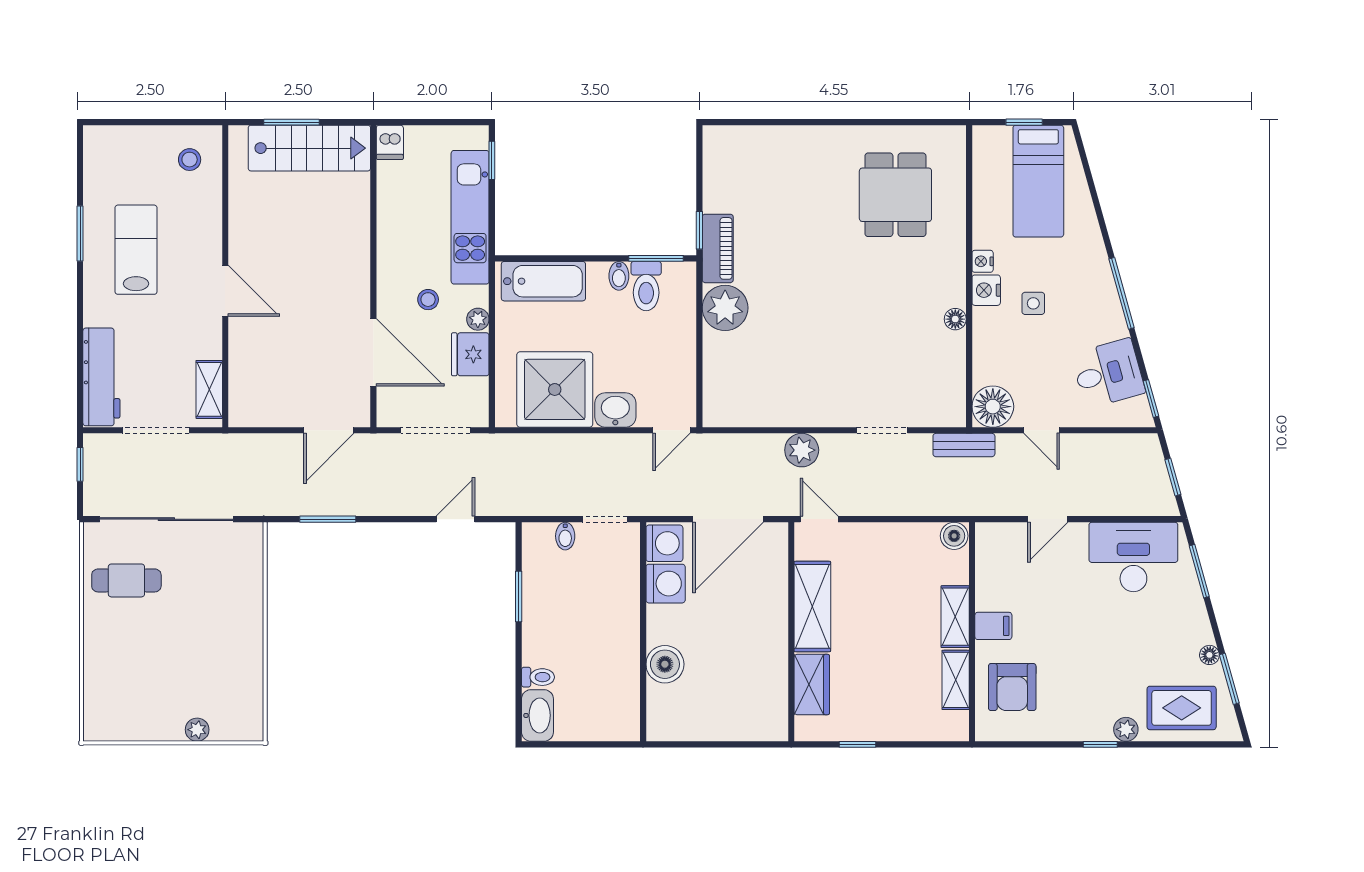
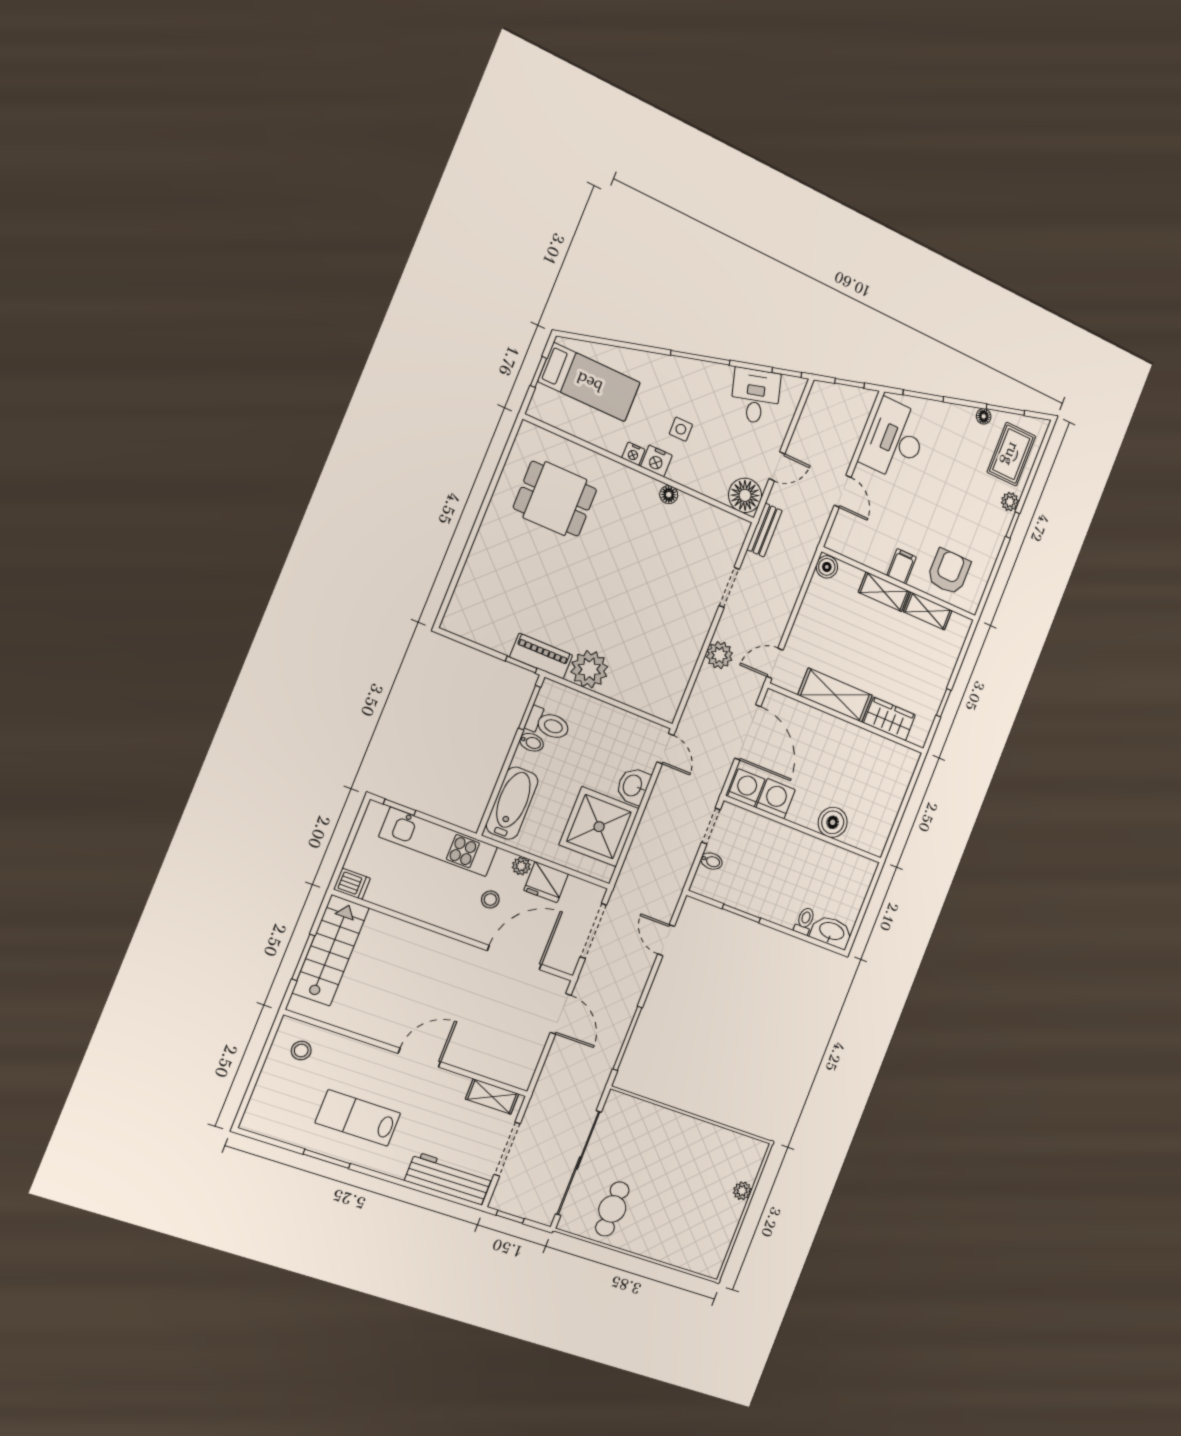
window: (328, 519) -> (627, 1038), width x1.44
armchair: (1012, 687) -> (949, 572), turned -90

